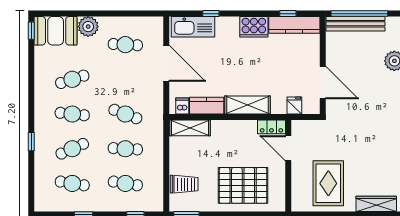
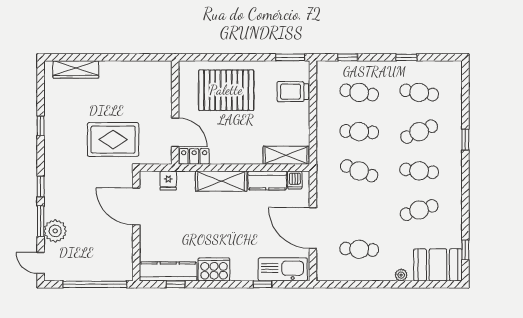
bench: (356, 24) -> (99, 273), removed
plant: (88, 27) -> (401, 275), width x0.53, depth x0.53
window: (31, 31) -> (465, 250), moved
rug: (328, 183) -> (113, 140), moved, turned 90

